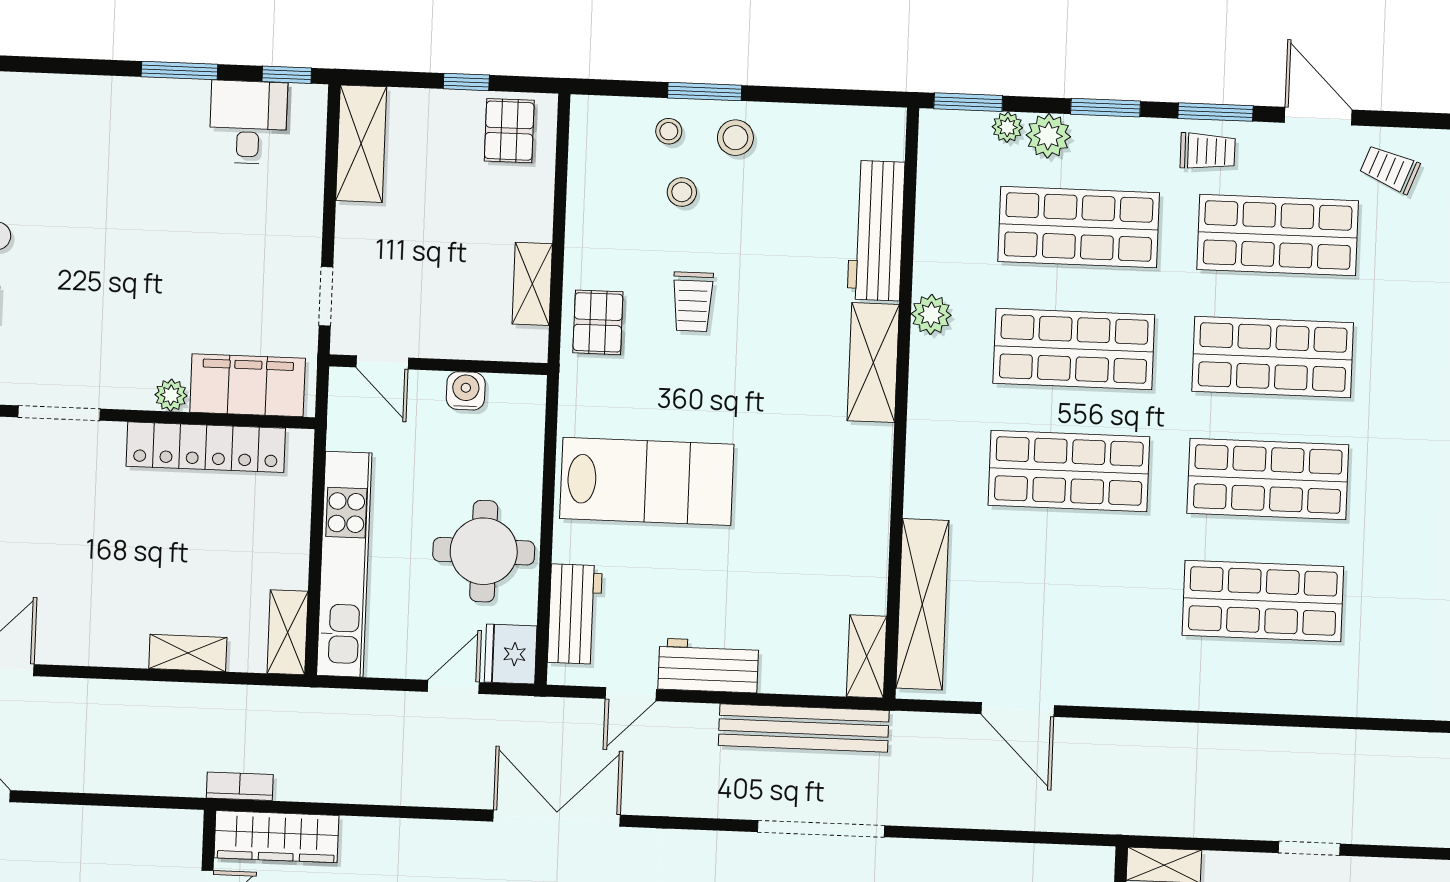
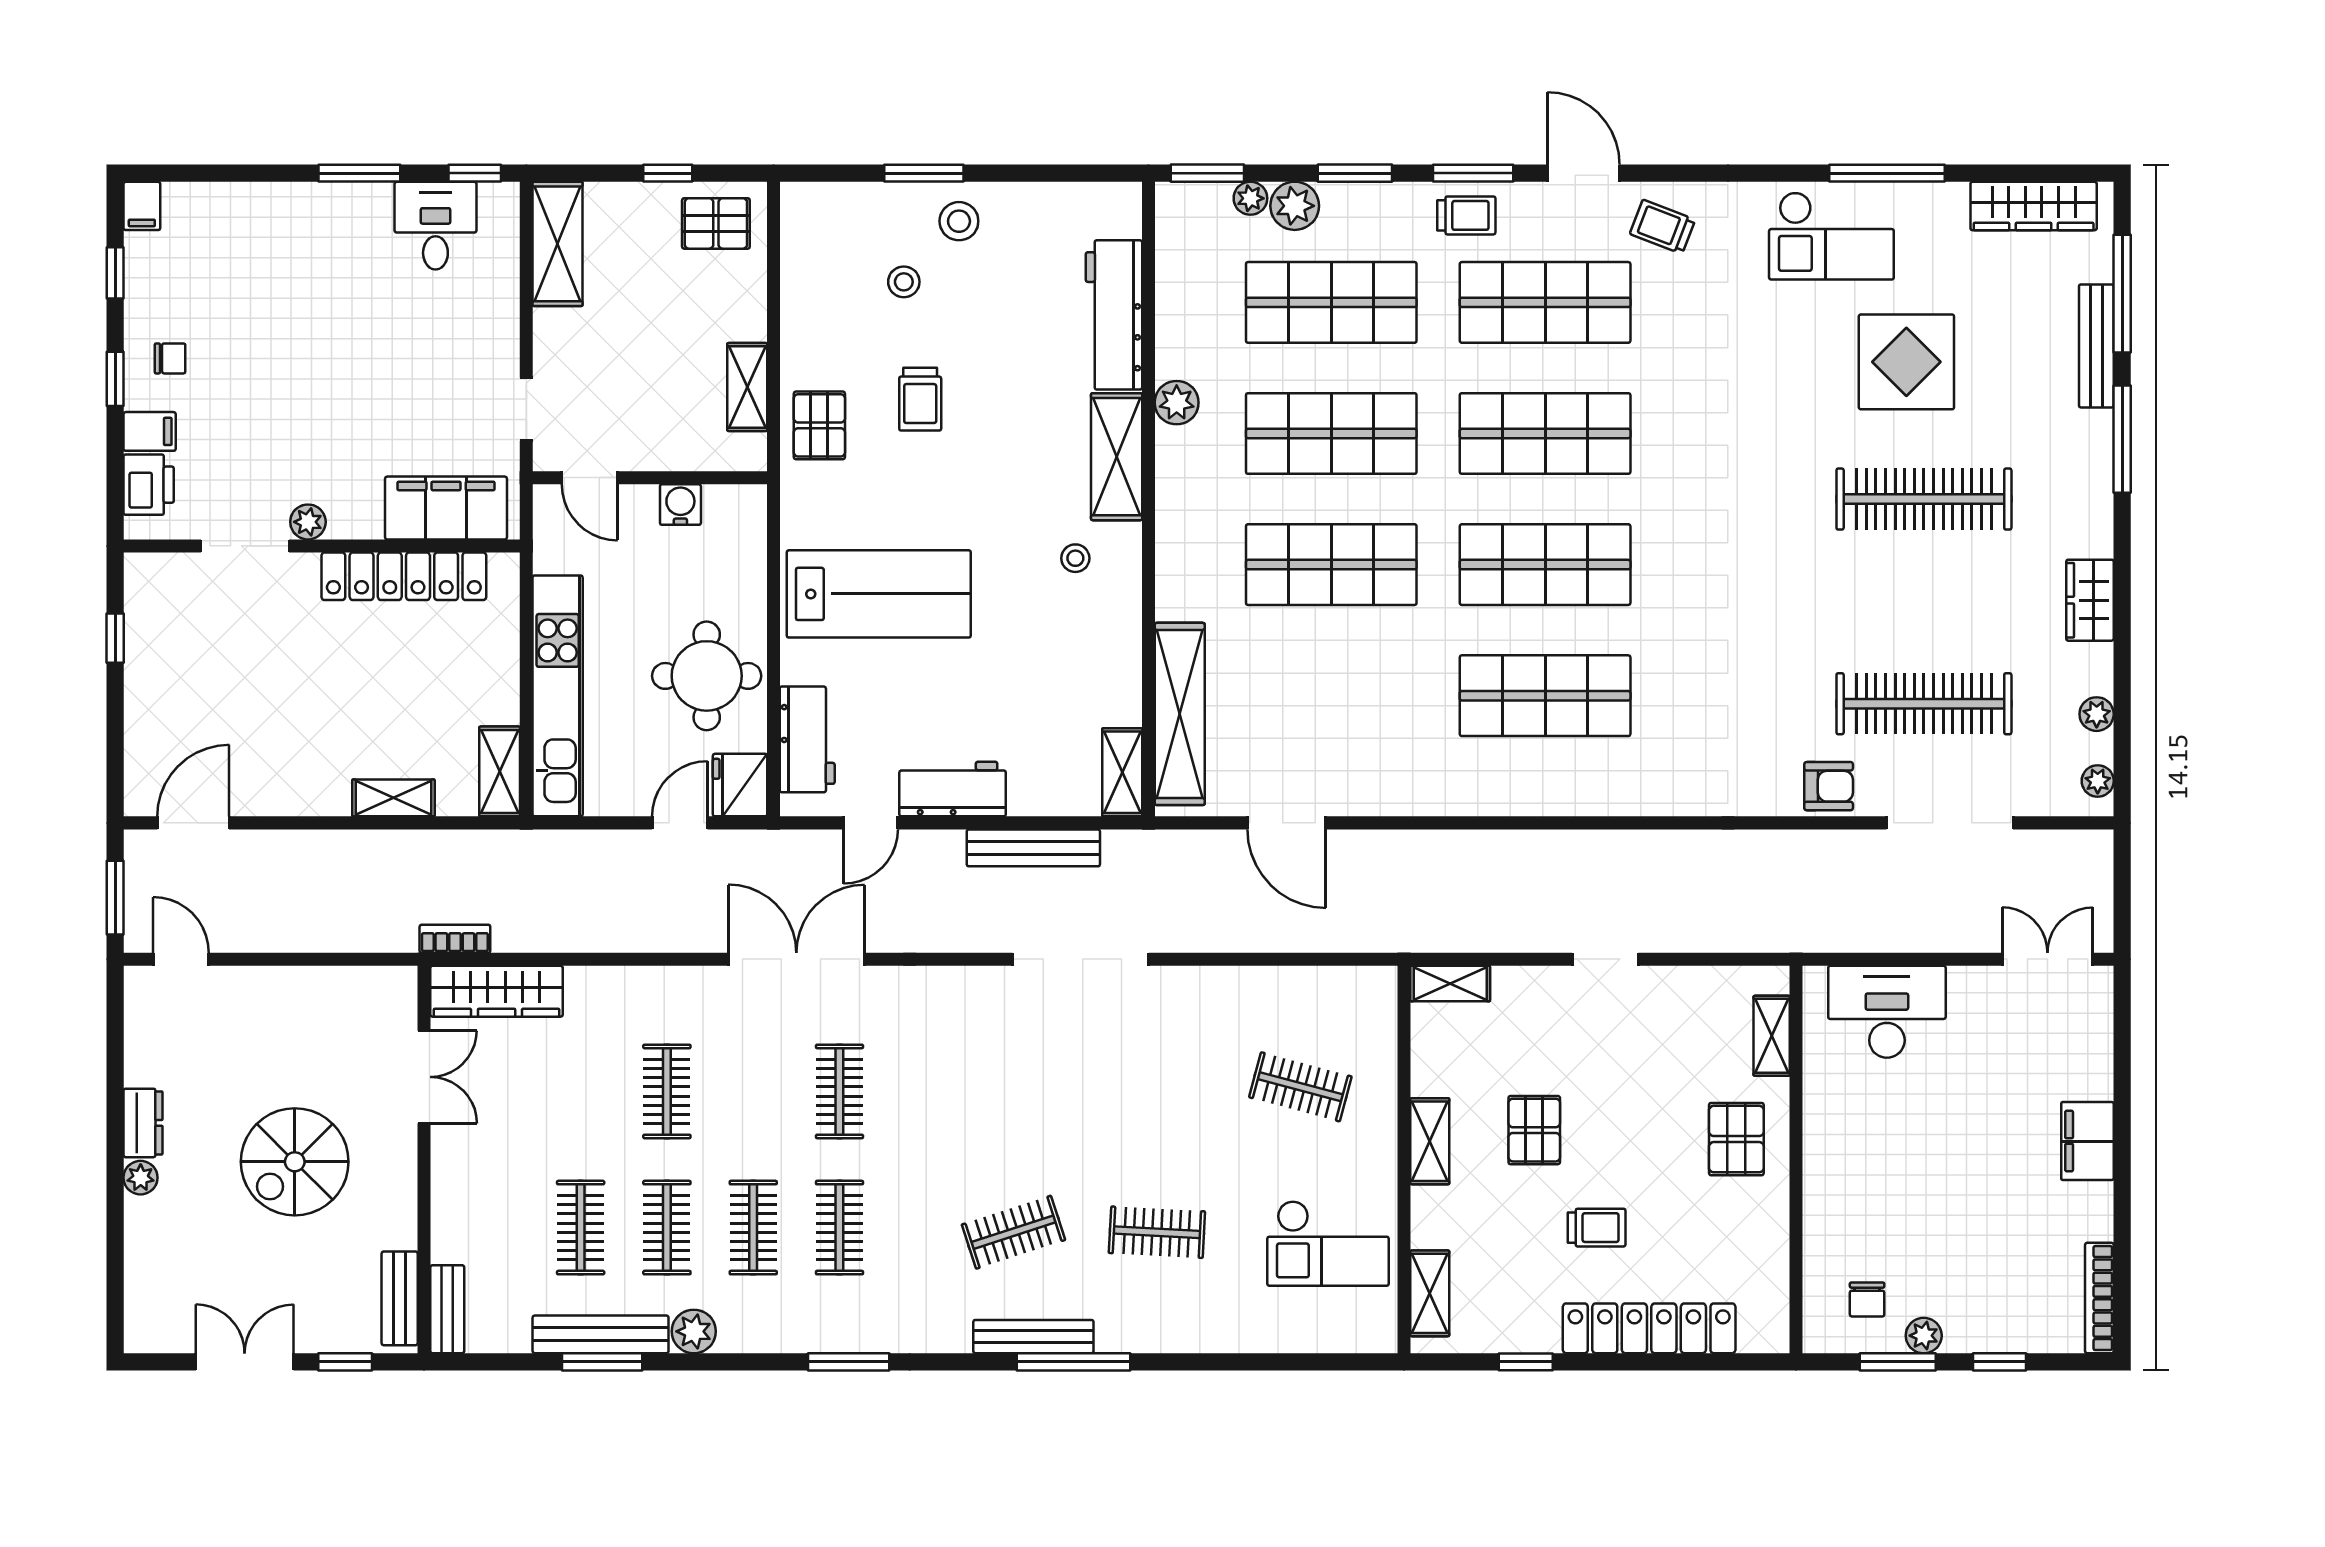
pallet: (509, 131) -> (716, 223), turned 90
stool: (669, 131) -> (1075, 558), moved
plant: (171, 395) -> (308, 522), moved
bench: (804, 728) -> (1033, 848), width x0.73, depth x0.82

